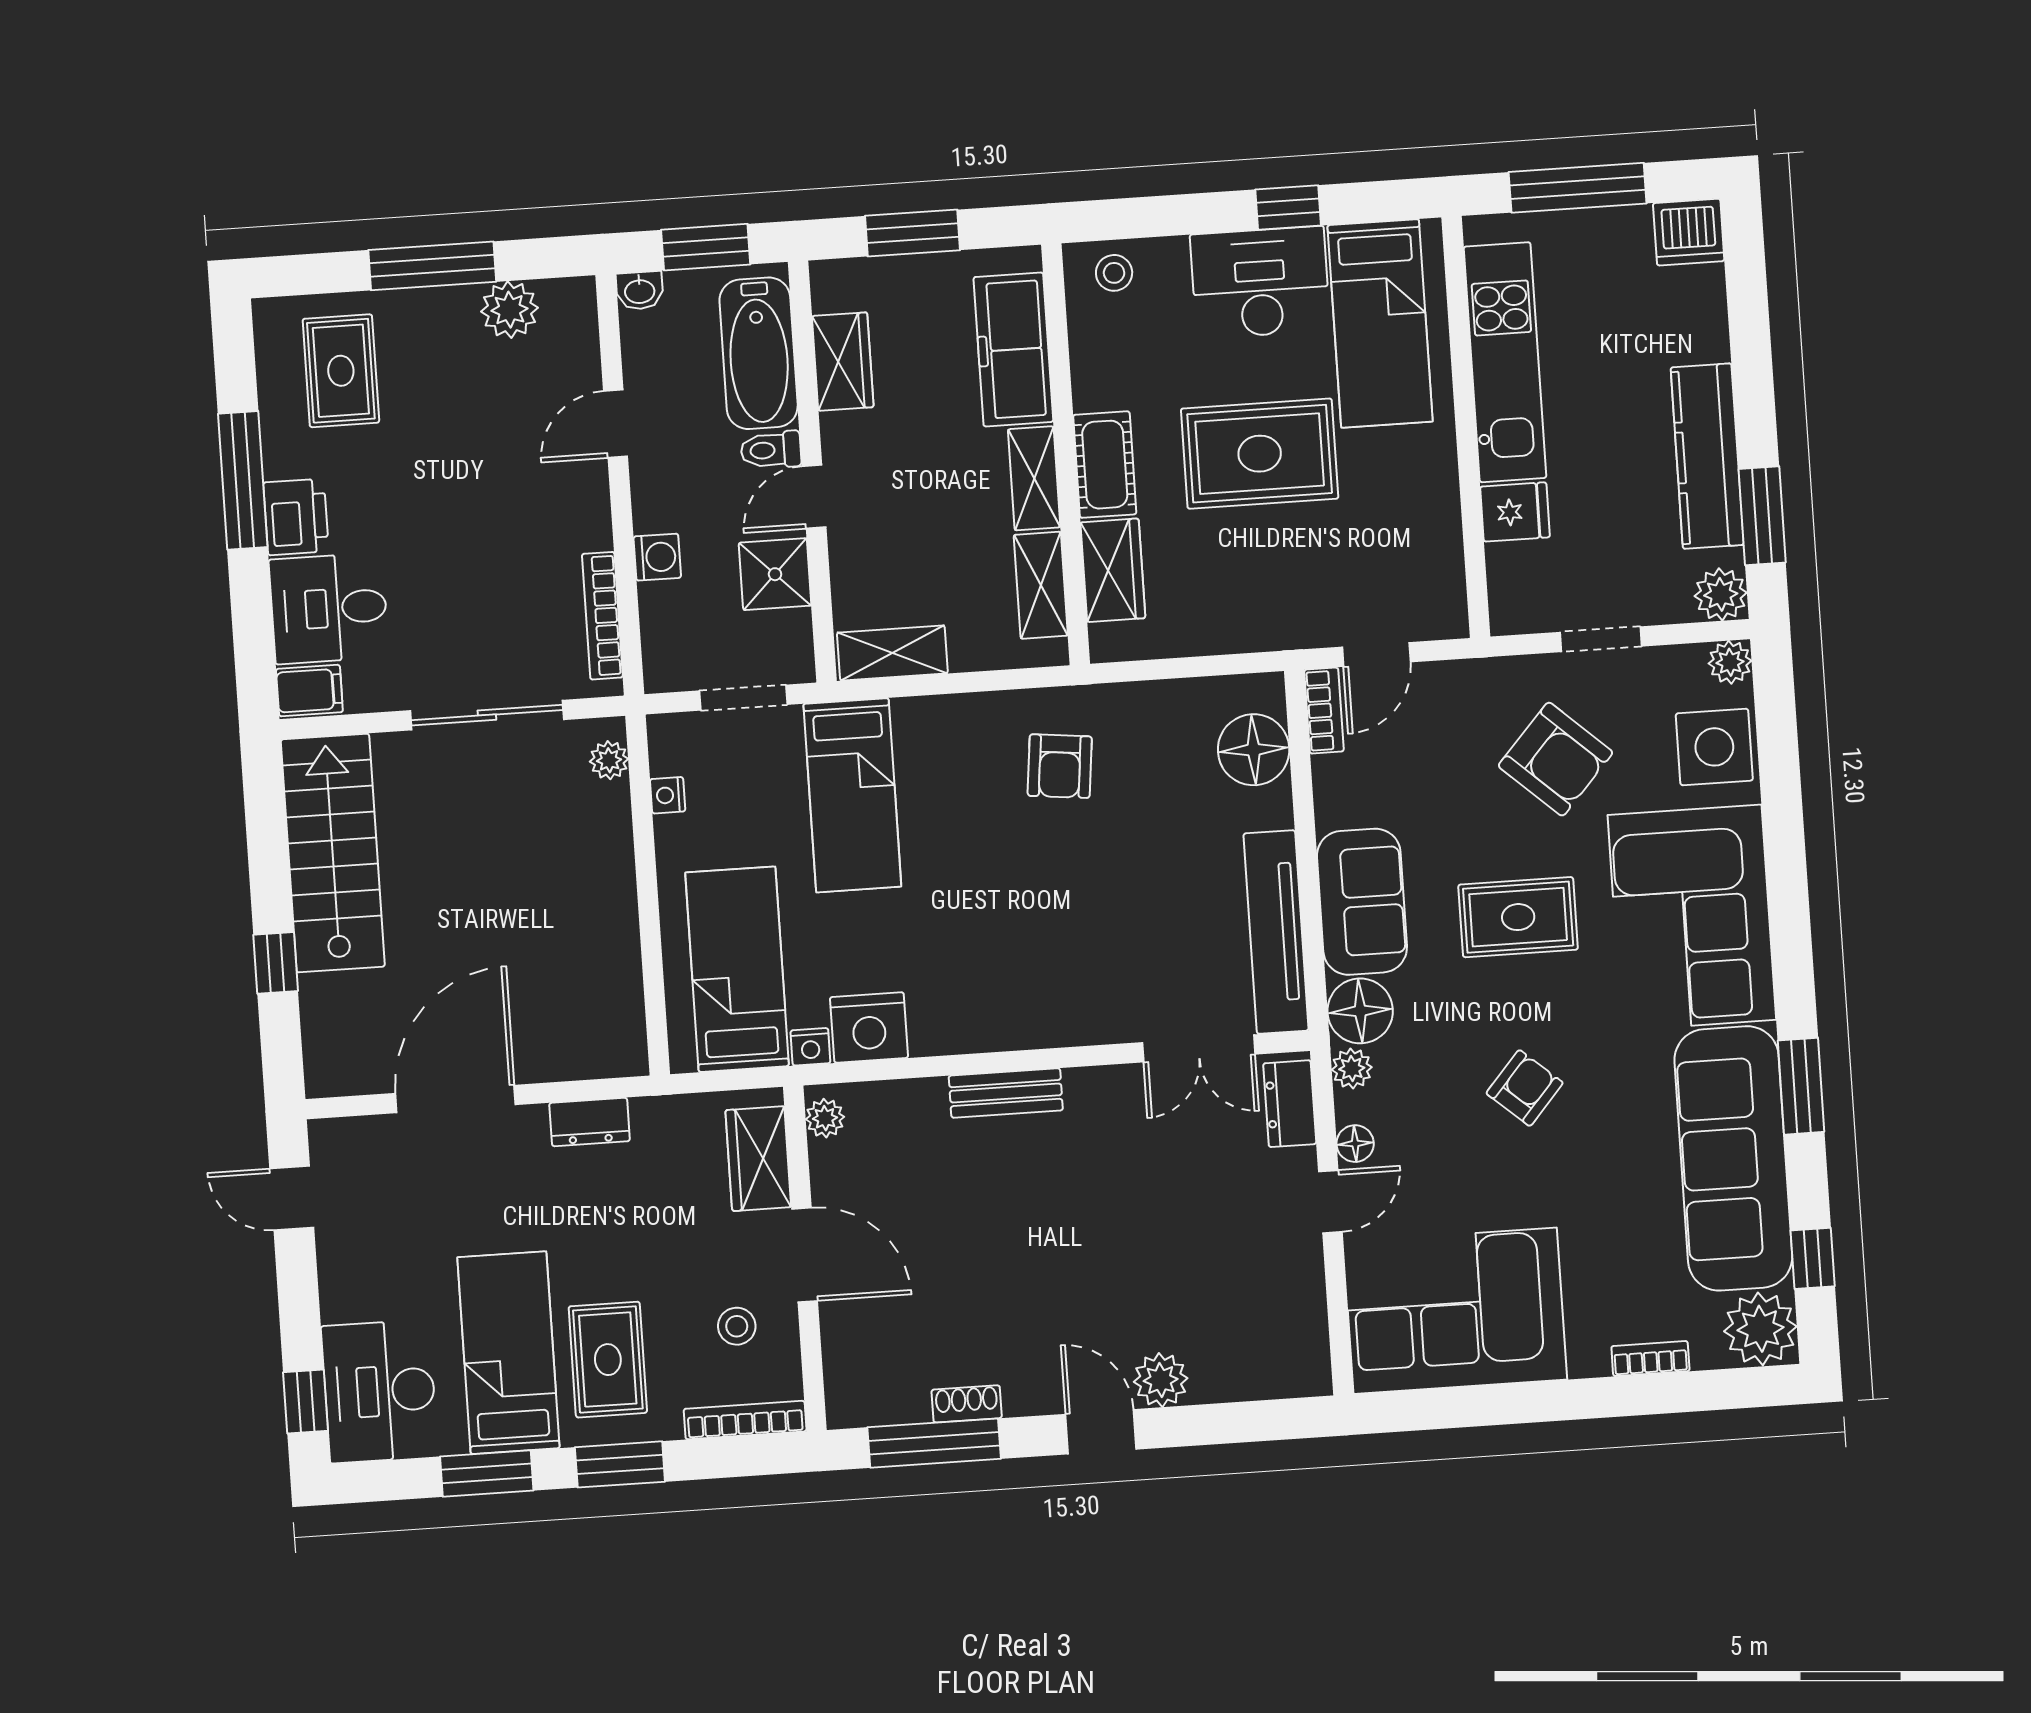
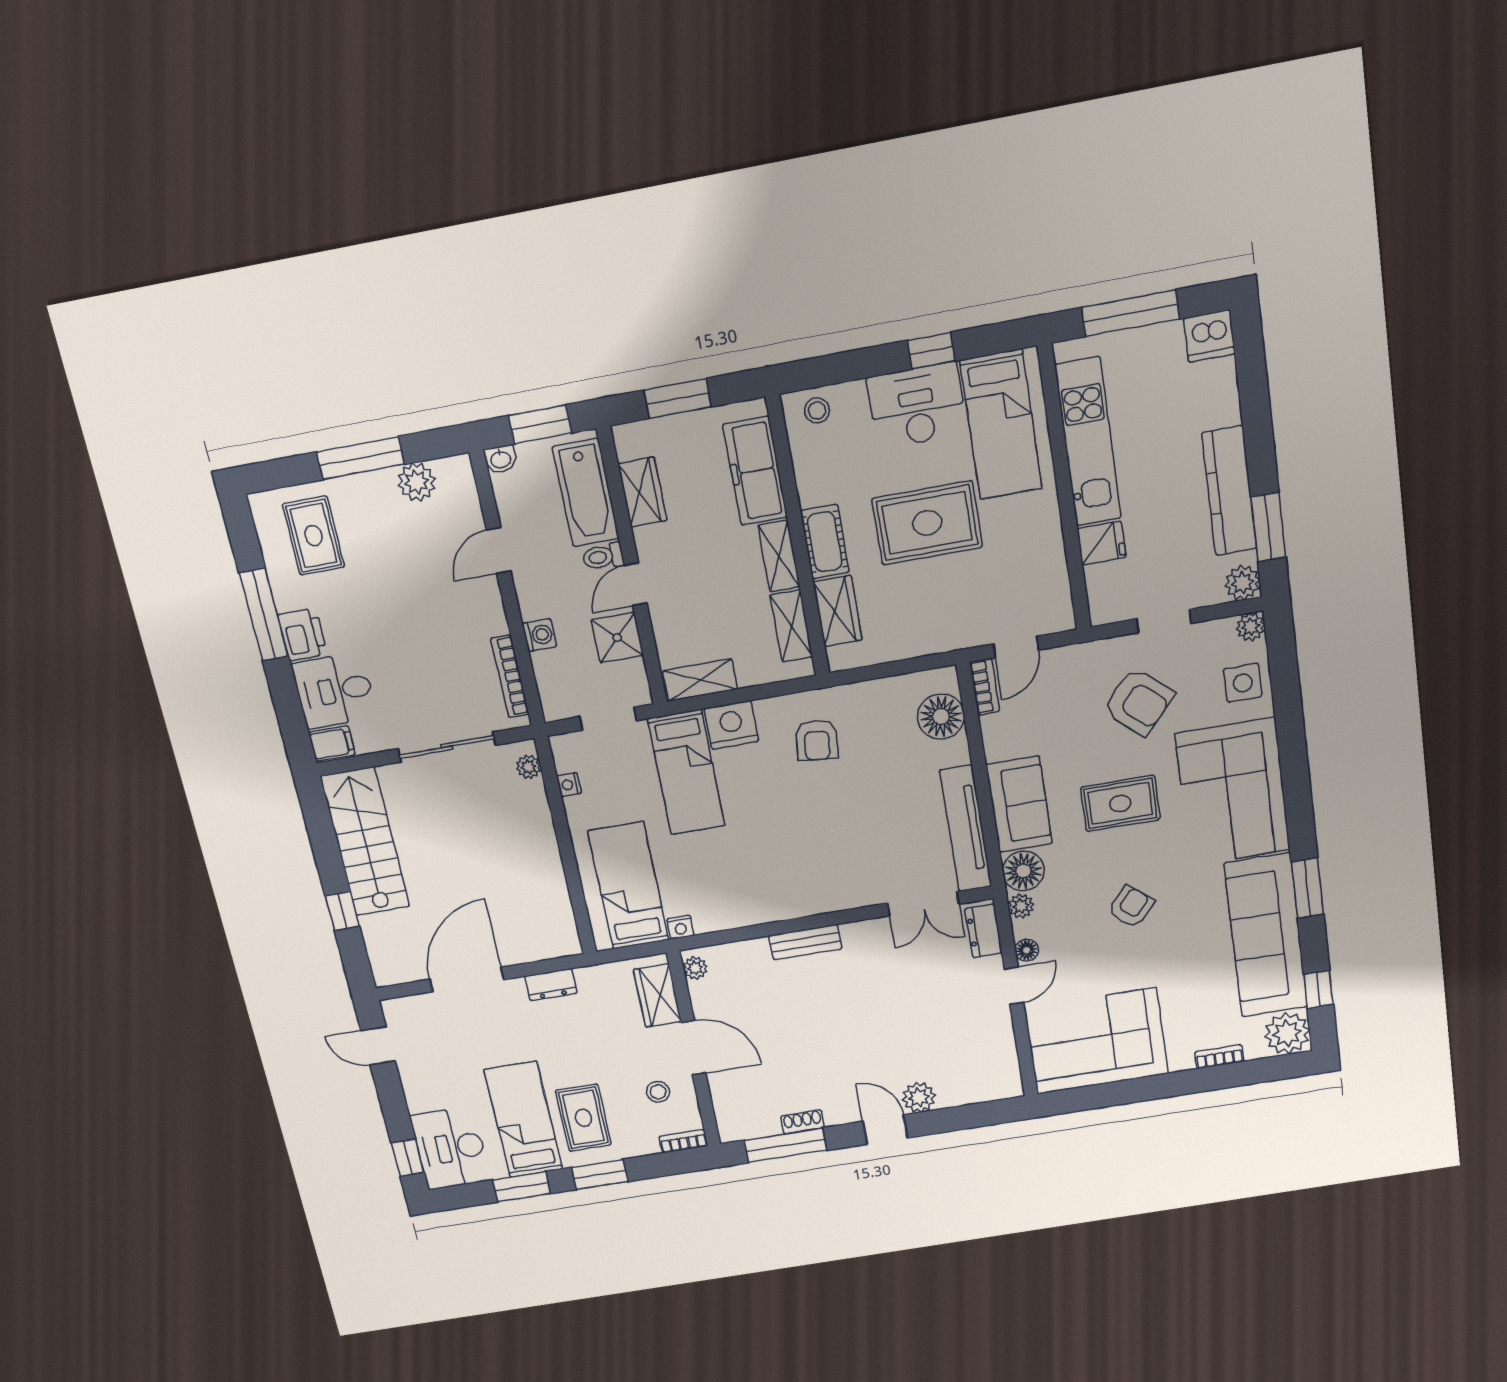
side table: (1714, 747) -> (1243, 683), width x0.73, depth x0.73
nightstand: (869, 1027) -> (731, 725), moved, turned 180
bookcase: (745, 1420) -> (683, 1141), width x0.64

